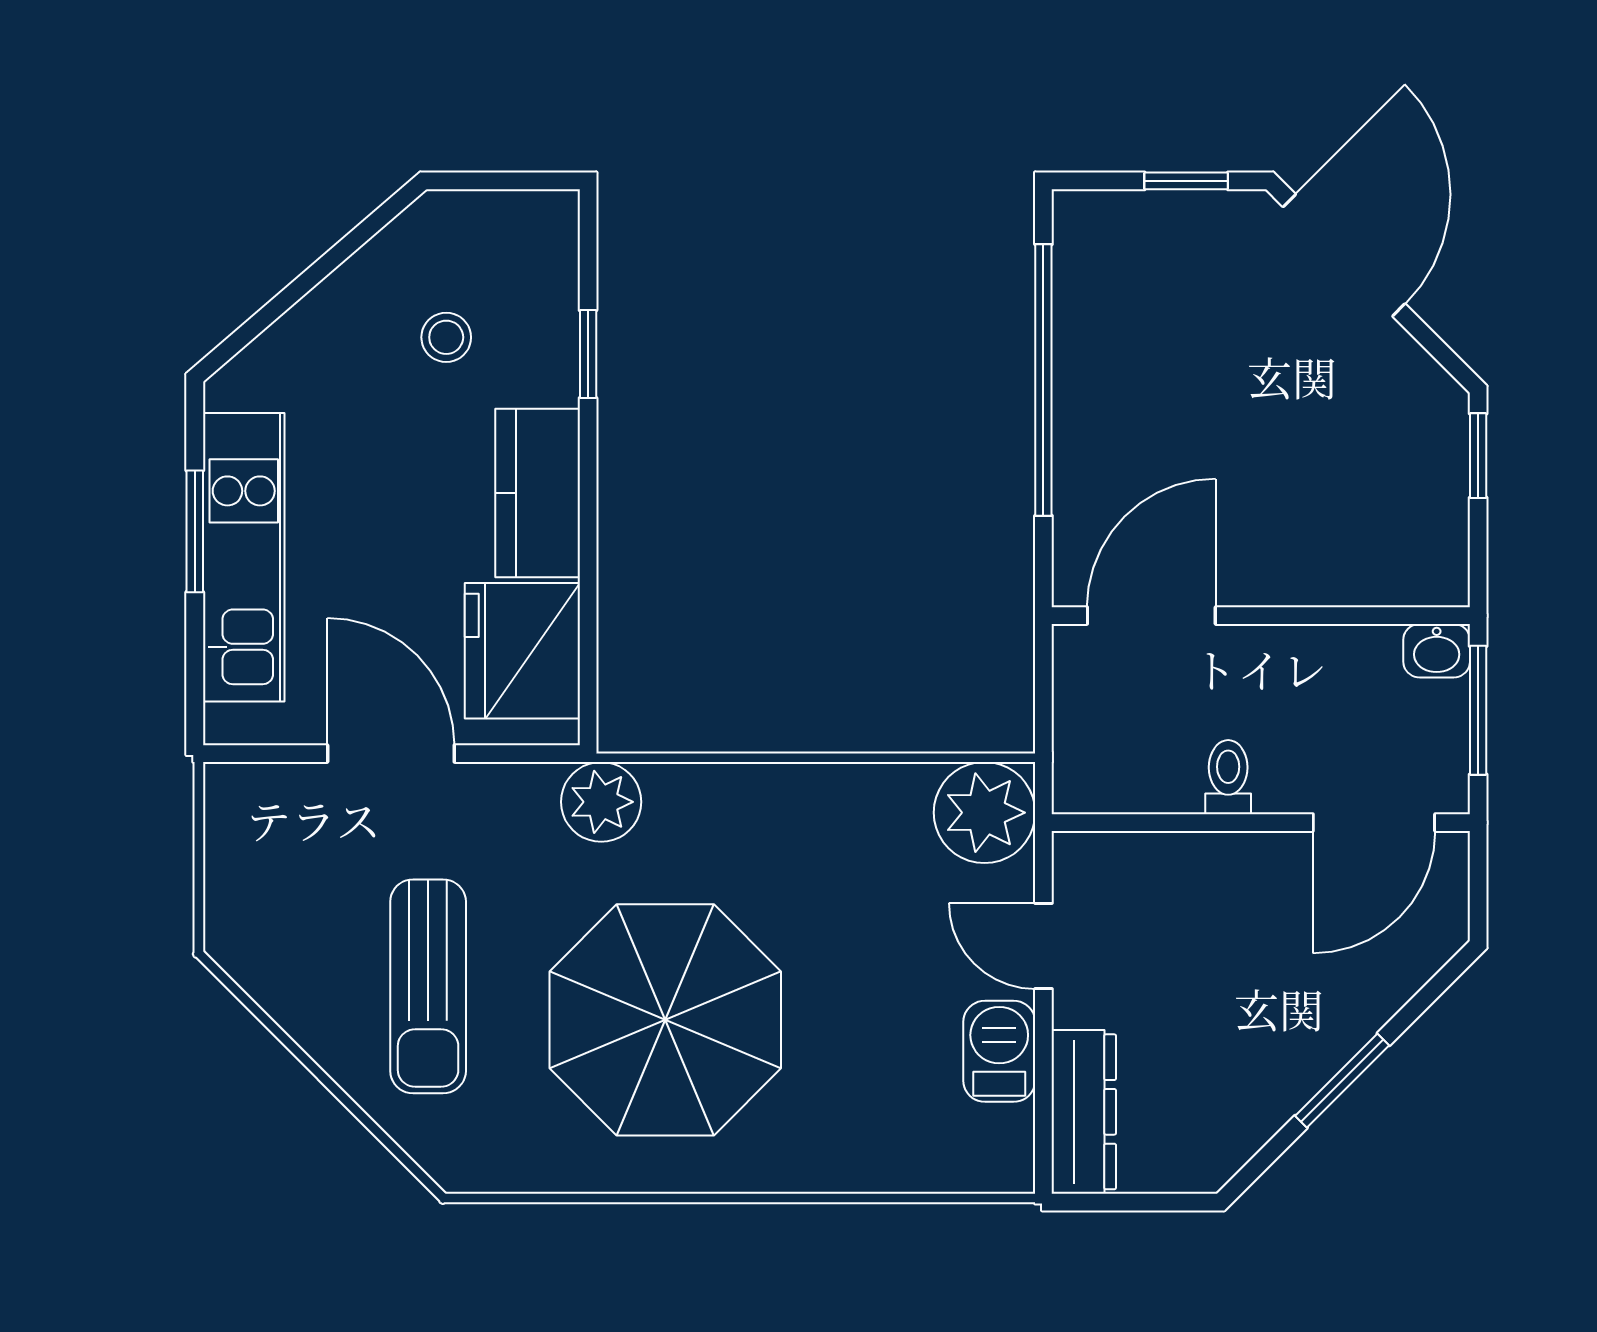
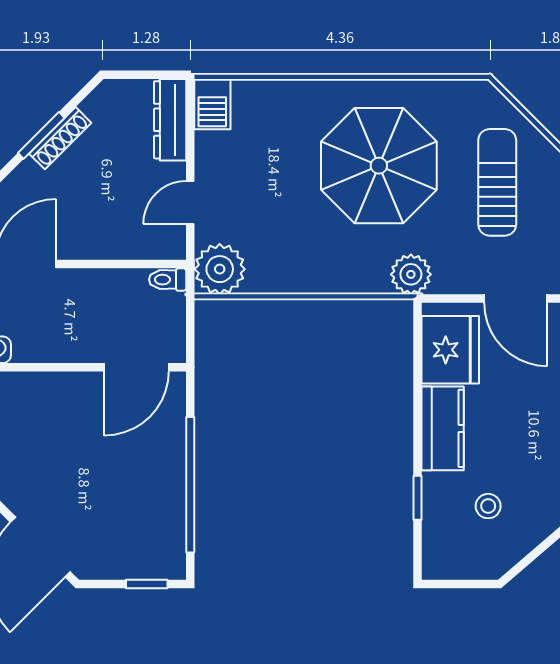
window: (1186, 181) -> (147, 584), moved
toilet: (1228, 777) -> (168, 280), moved, turned 90
door: (1043, 946) -> (190, 202), swing flipped
barbecue: (999, 1051) -> (212, 104), moved
shoe rack: (1304, 1075) -> (60, 138), added

